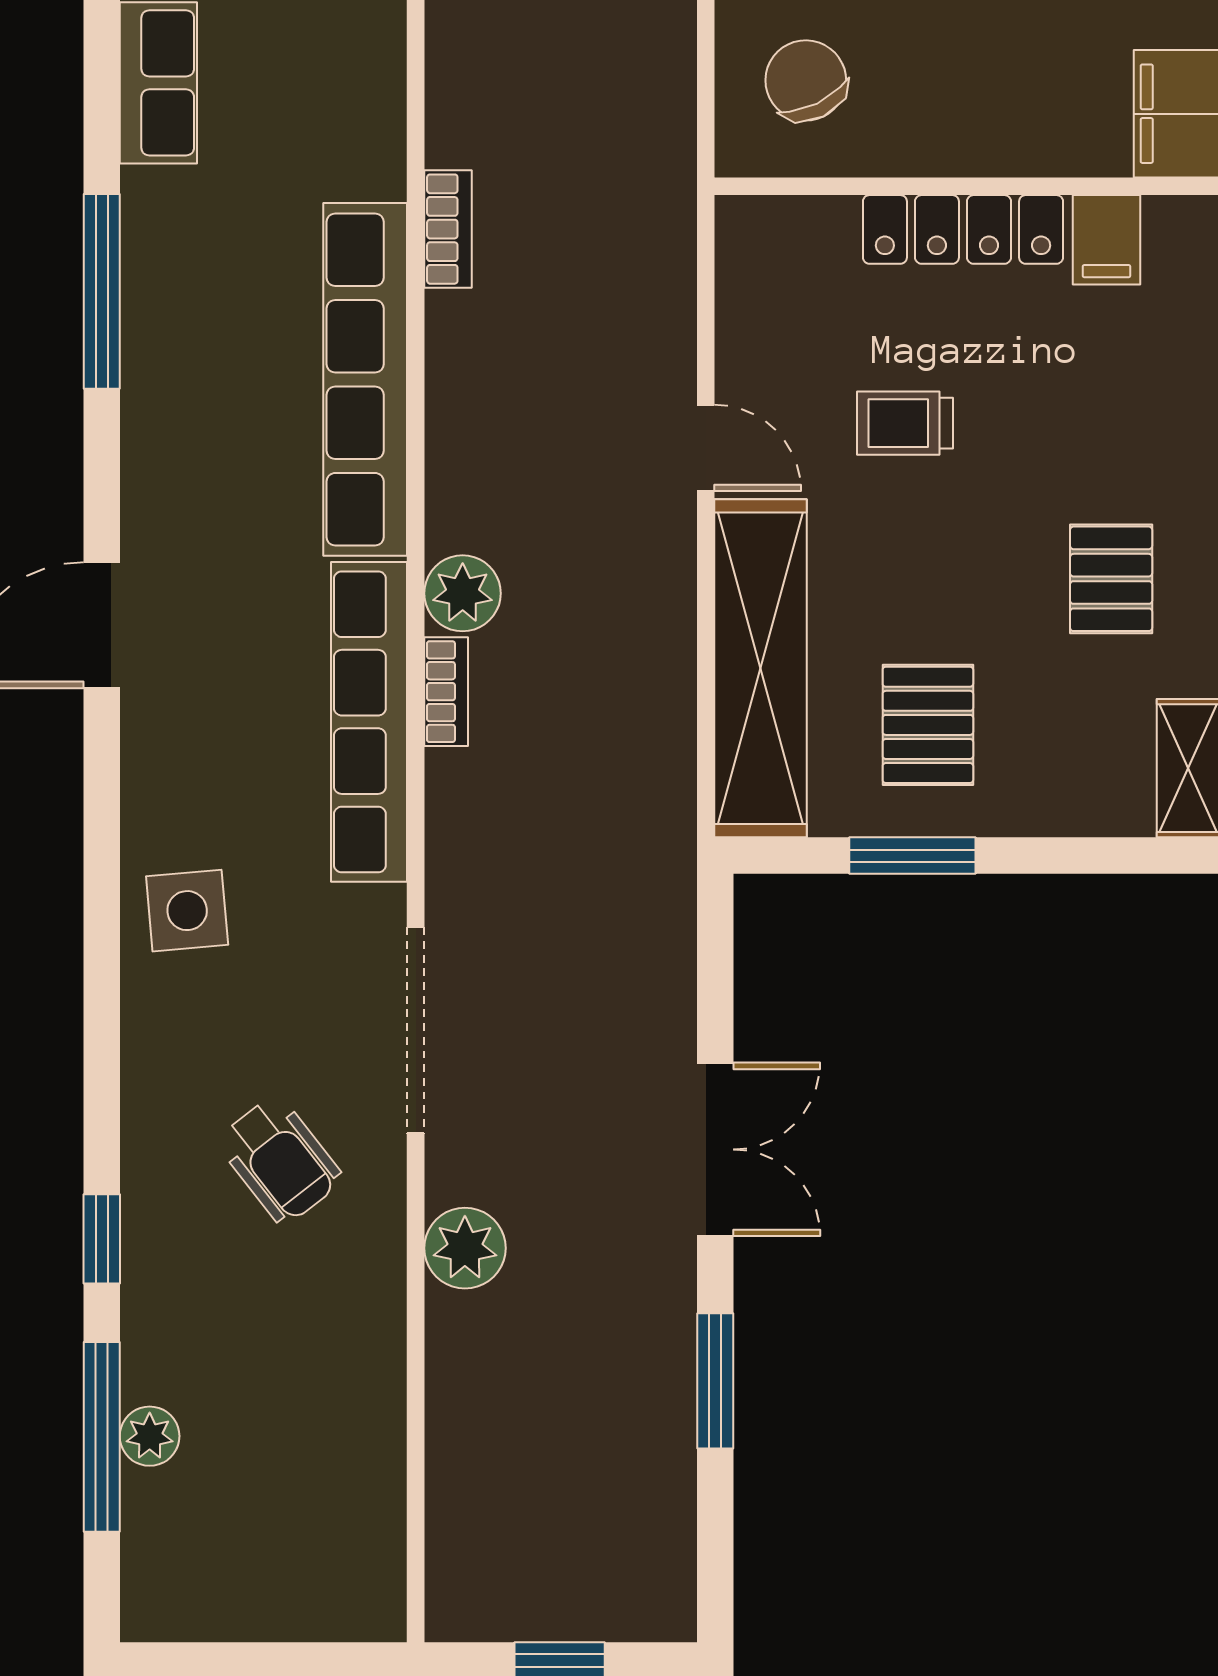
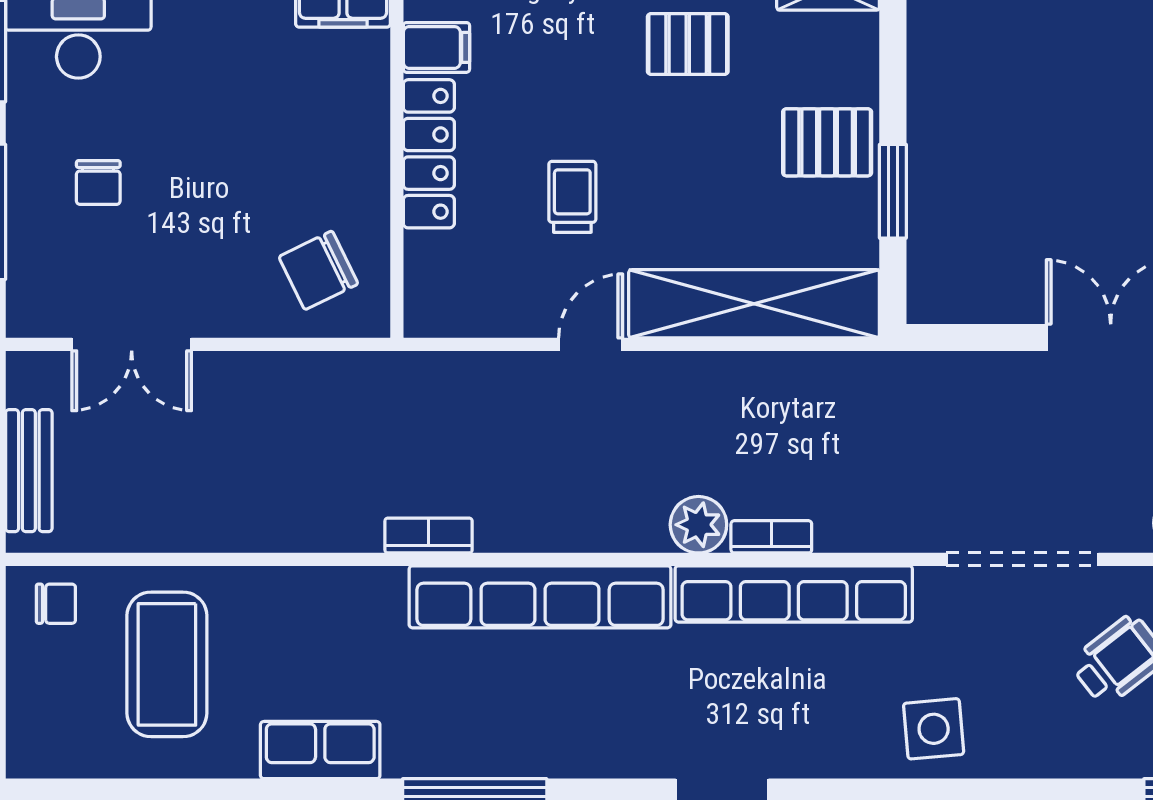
trolley: (905, 423) -> (572, 197), turned 180
pallet: (928, 725) -> (827, 142), moved

